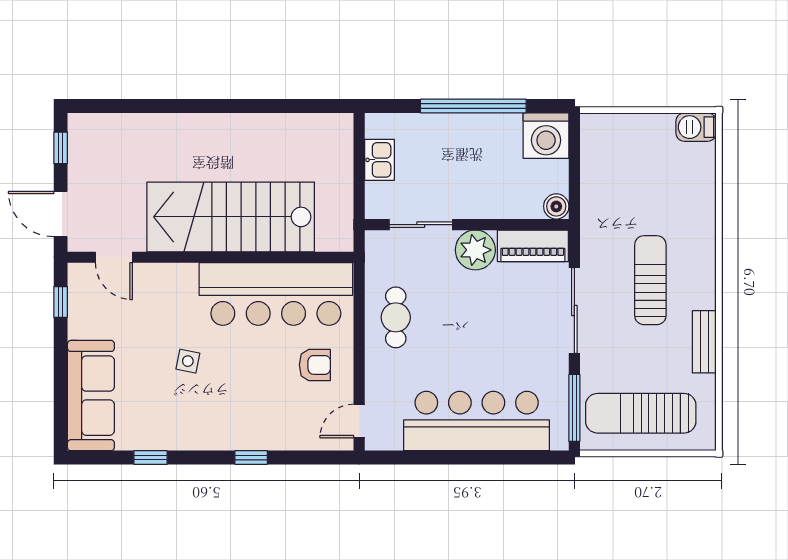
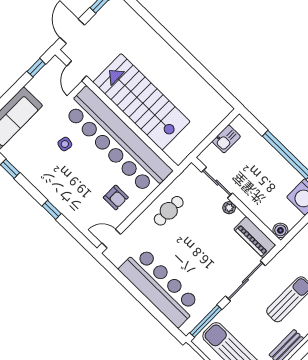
plant: (475, 250) -> (229, 208), width x0.53, depth x0.53
bar counter: (276, 294) -> (117, 141), width x1.36

